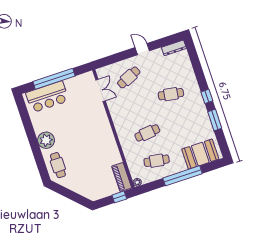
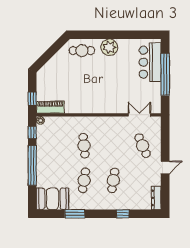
double door: (101, 90) -> (139, 115), swing flipped
window: (207, 96) -> (123, 214), moved
booth: (200, 154) -> (52, 199), moved, turned 90
cafe table: (157, 161) -> (84, 180), moved
window: (151, 186) -> (32, 132), added

